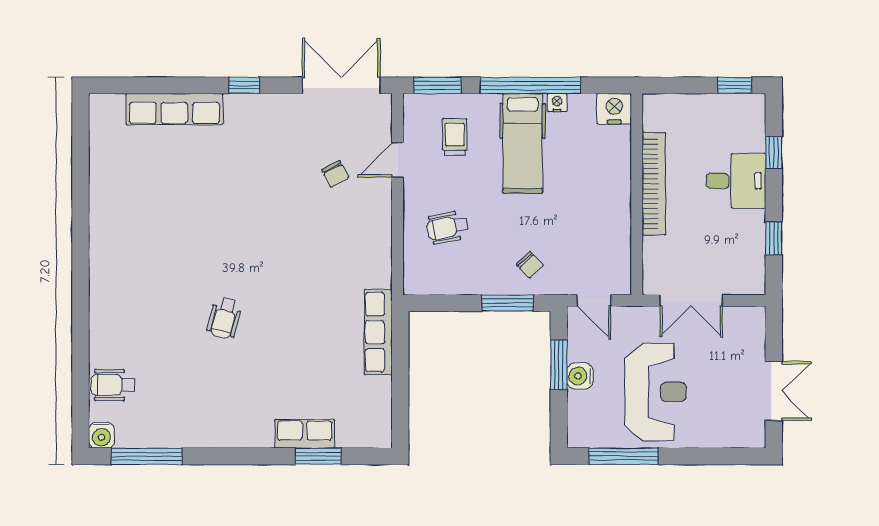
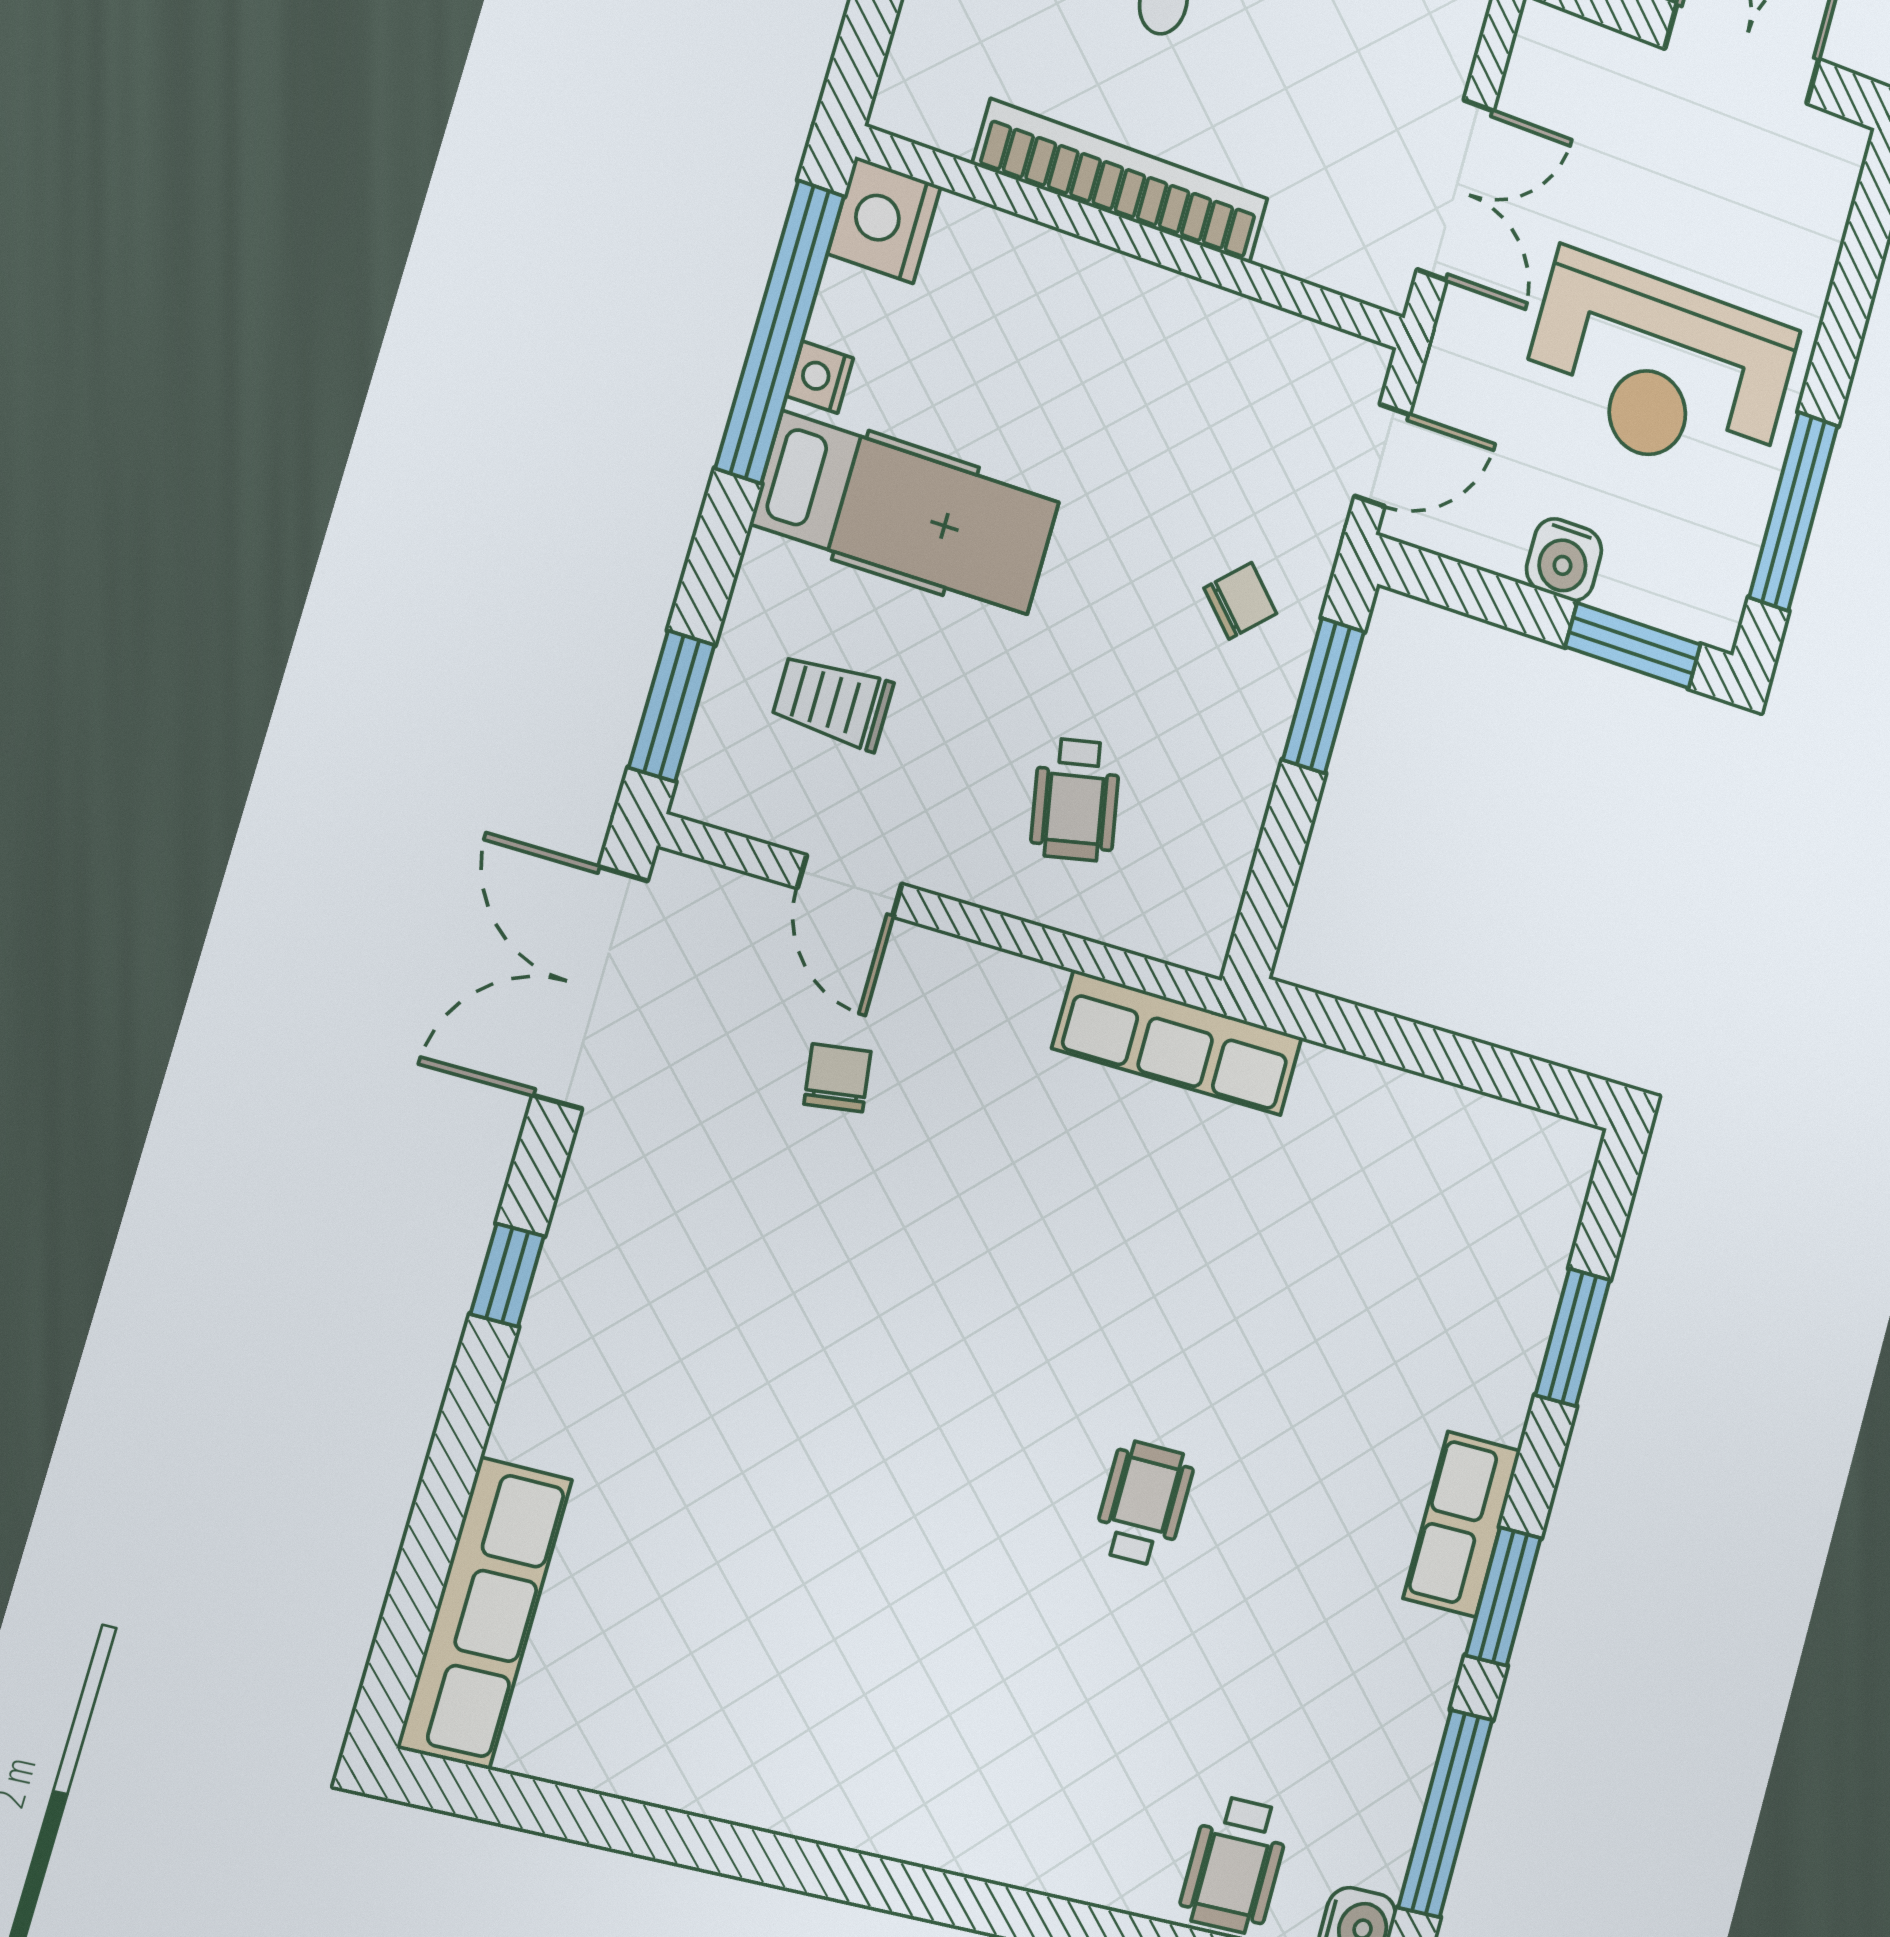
window: (530, 85) -> (780, 332), moved
row of seats: (174, 109) -> (485, 1613), moved
chair: (335, 174) -> (837, 1078), turned -70
wheelchair: (224, 318) -> (1144, 1503), turned -105
row of seats: (378, 332) -> (1178, 1043), moved
window: (559, 365) -> (1633, 646), moved
reception desk: (656, 392) -> (1659, 370), turned 180
row of seats: (305, 434) -> (1462, 1524), moved
window: (224, 456) -> (1503, 1597), added

